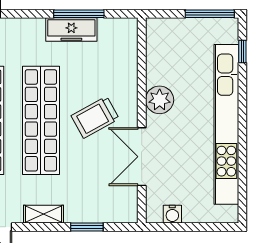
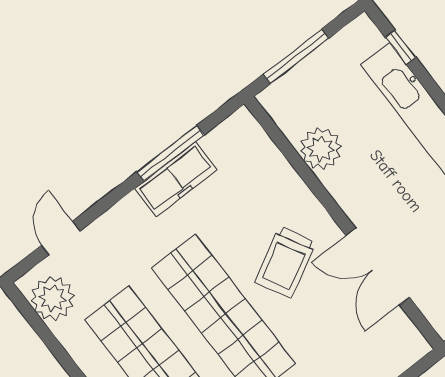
window: (210, 14) -> (296, 56), moved
plant: (160, 100) -> (321, 149), moved

